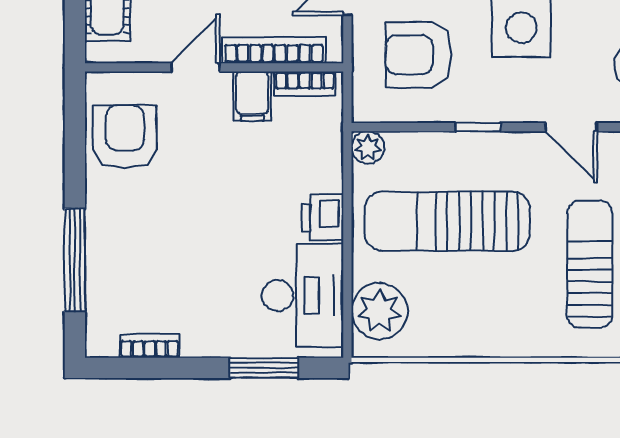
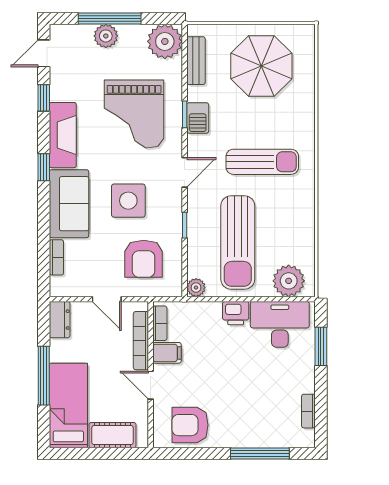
sun lounger: (590, 264) -> (262, 162), turned 180

